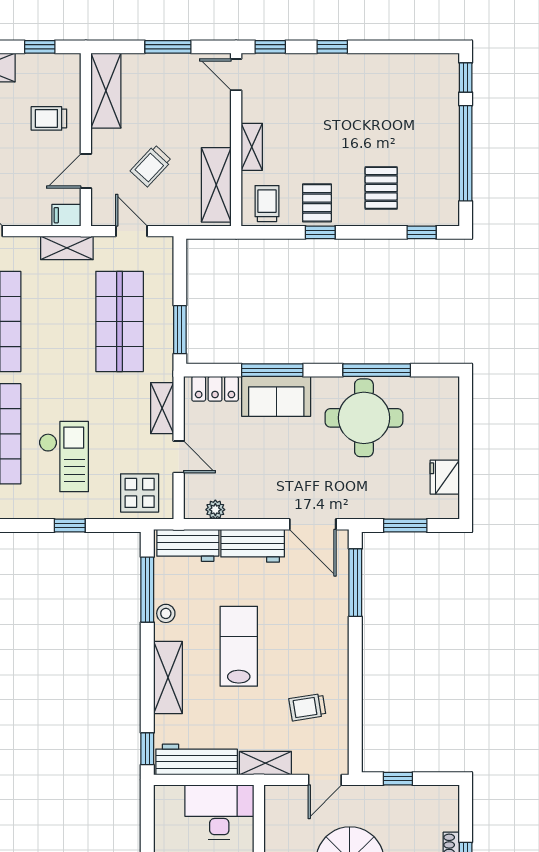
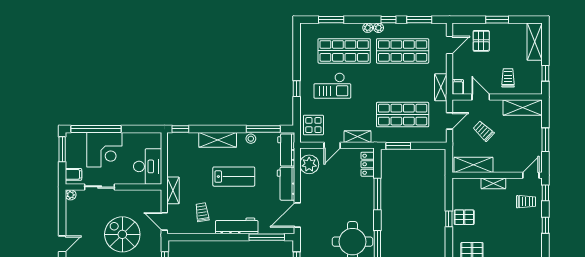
trolley: (267, 204) -> (526, 202), moved
sofa: (276, 396) -> (364, 196), removed
plant: (215, 510) -> (309, 164), width x1.87, depth x1.87
workbench: (197, 760) -> (237, 226), moved, turned -90

